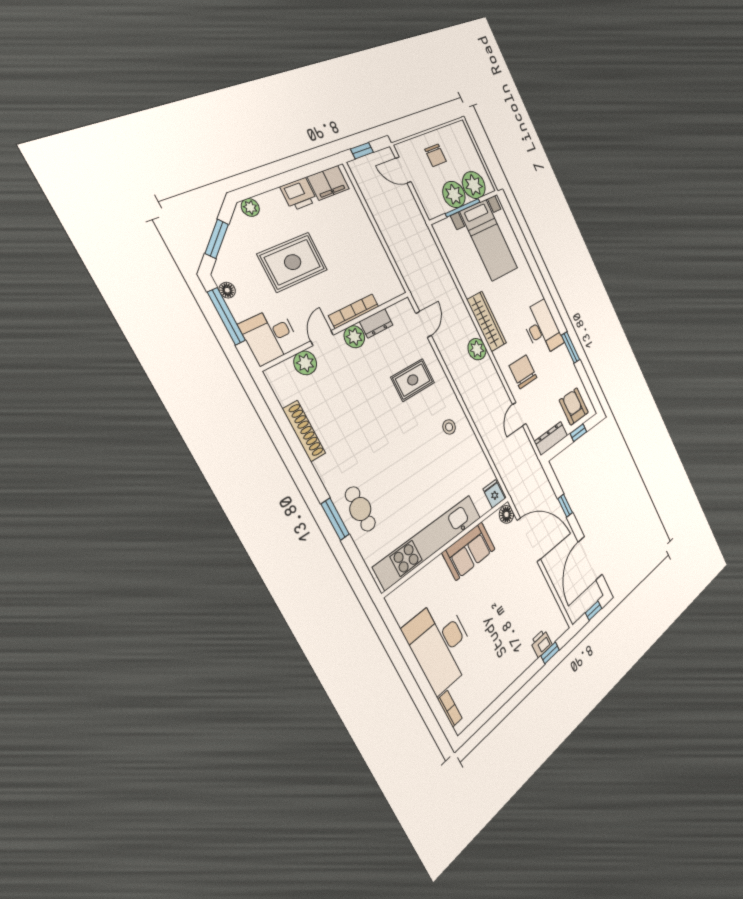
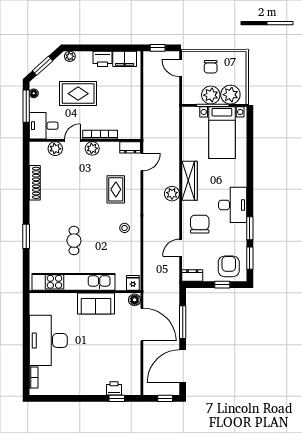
dresser: (376, 323) -> (130, 147), moved
rug: (413, 380) -> (116, 189), turned 90
window: (587, 384) -> (250, 258), added
dresser: (551, 438) -> (192, 276), width x0.70
window: (565, 506) -> (183, 322), width x2.17
cafe table: (360, 509) -> (74, 241), moved

